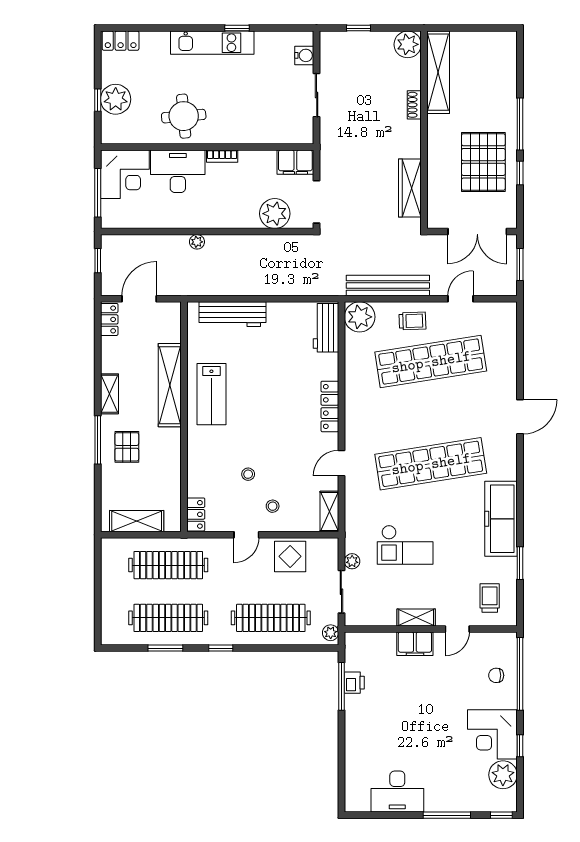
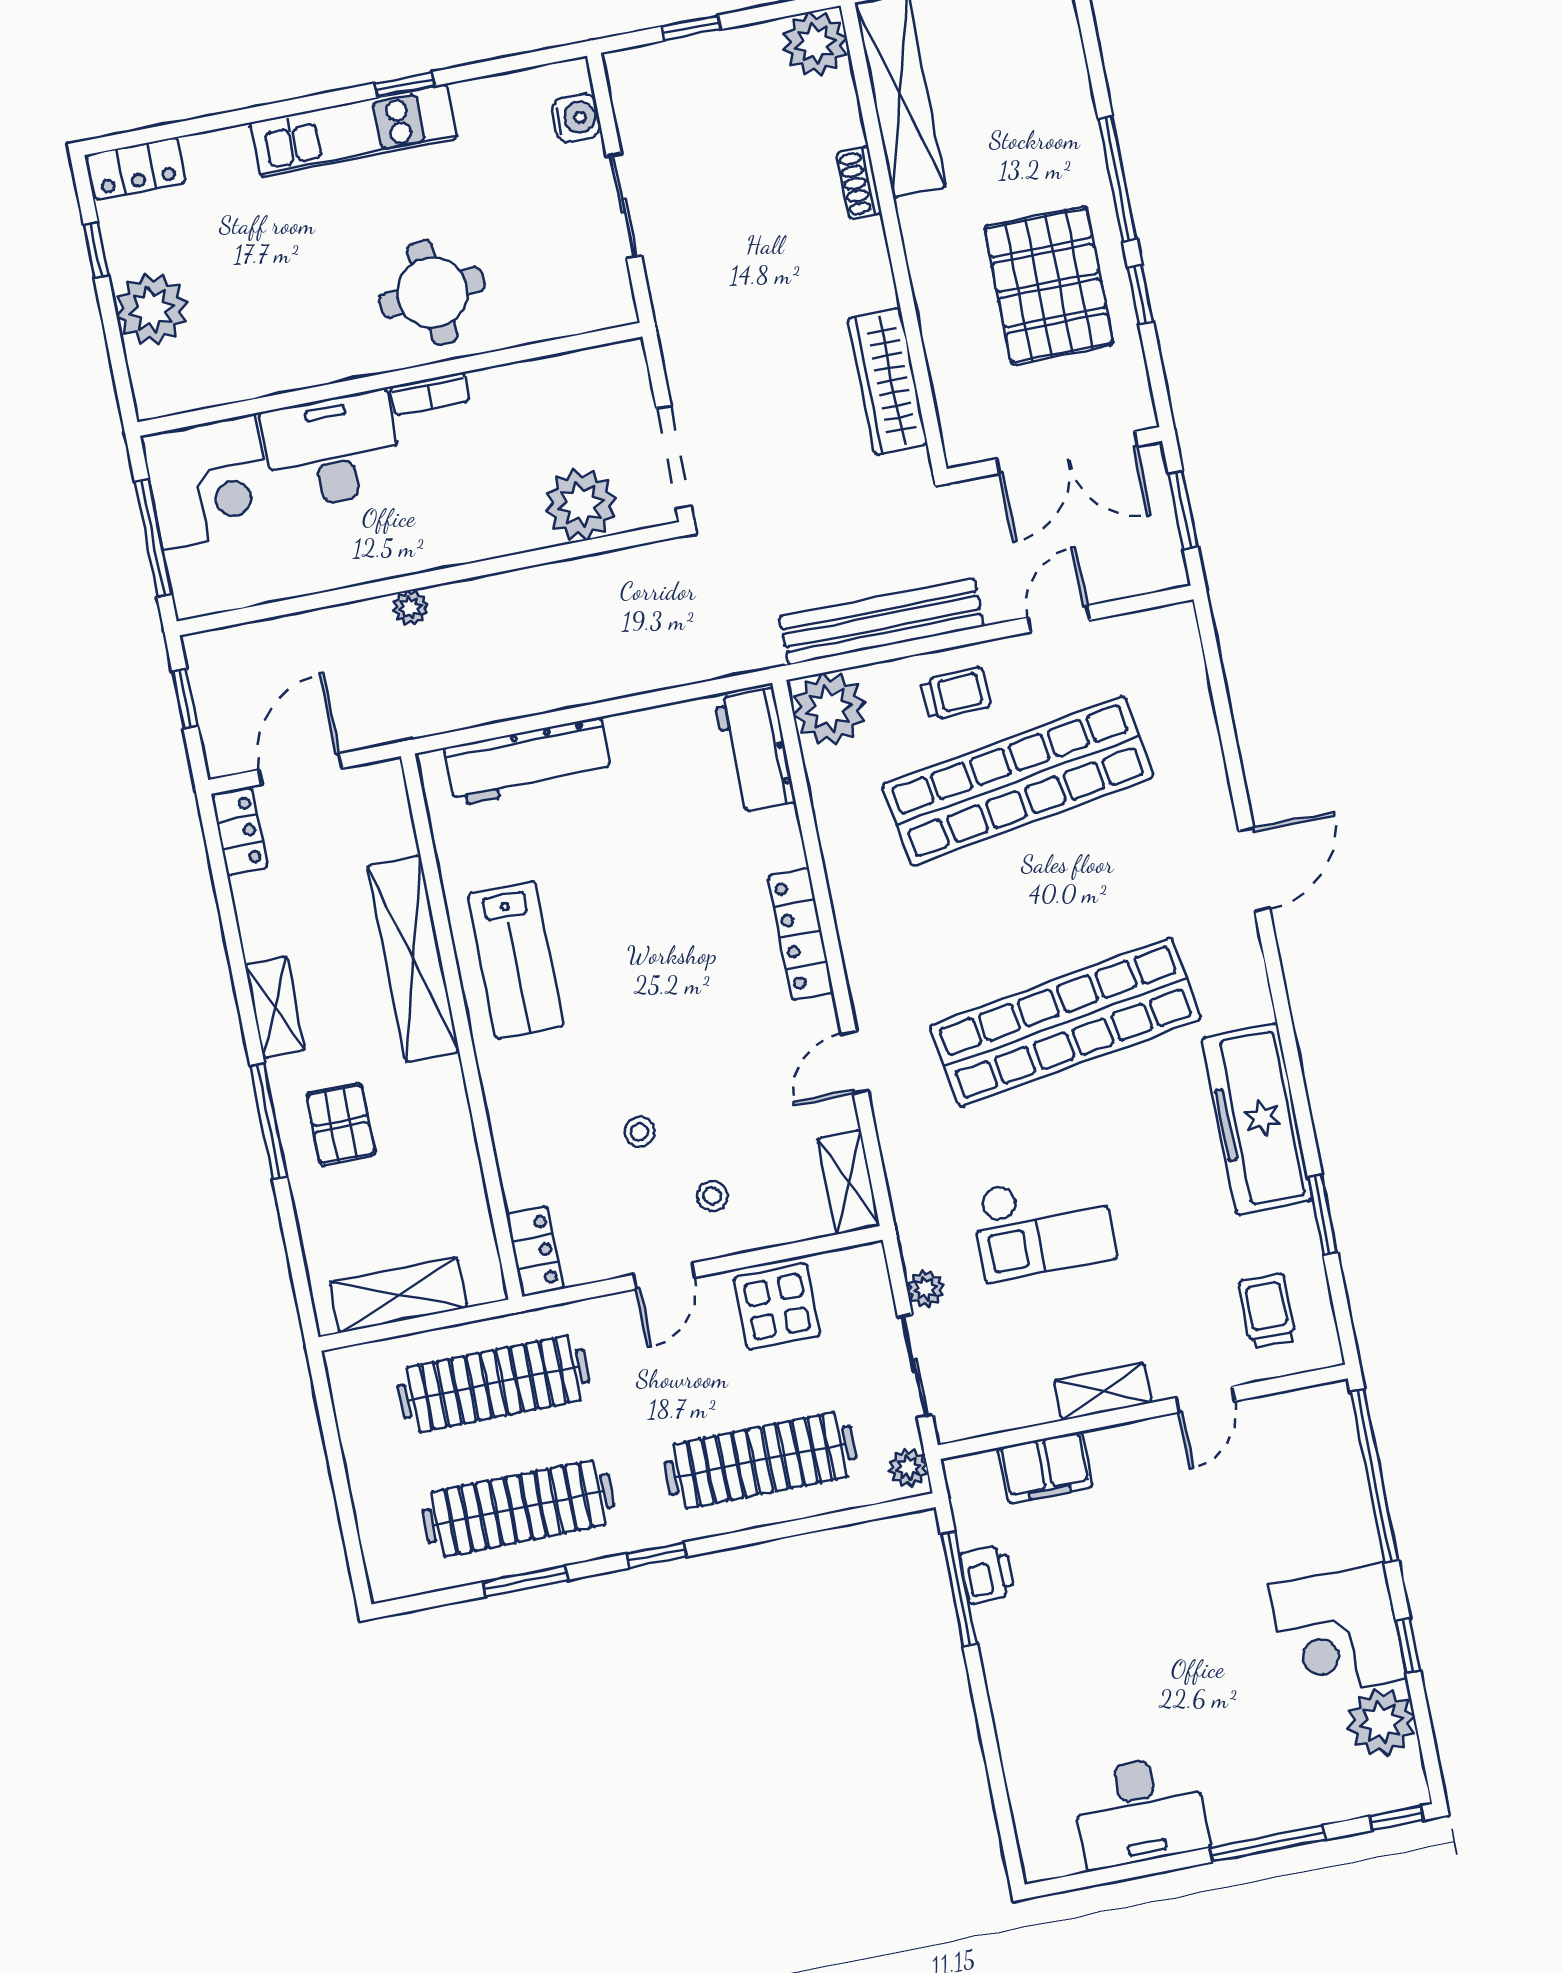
window: (98, 100) -> (96, 250), moved
round table: (184, 116) -> (432, 292), moved
filing cabinet: (295, 162) -> (605, 374), removed
filing cabinet: (415, 644) -> (1045, 1467), moved
chair: (496, 675) -> (1319, 1491), removed

